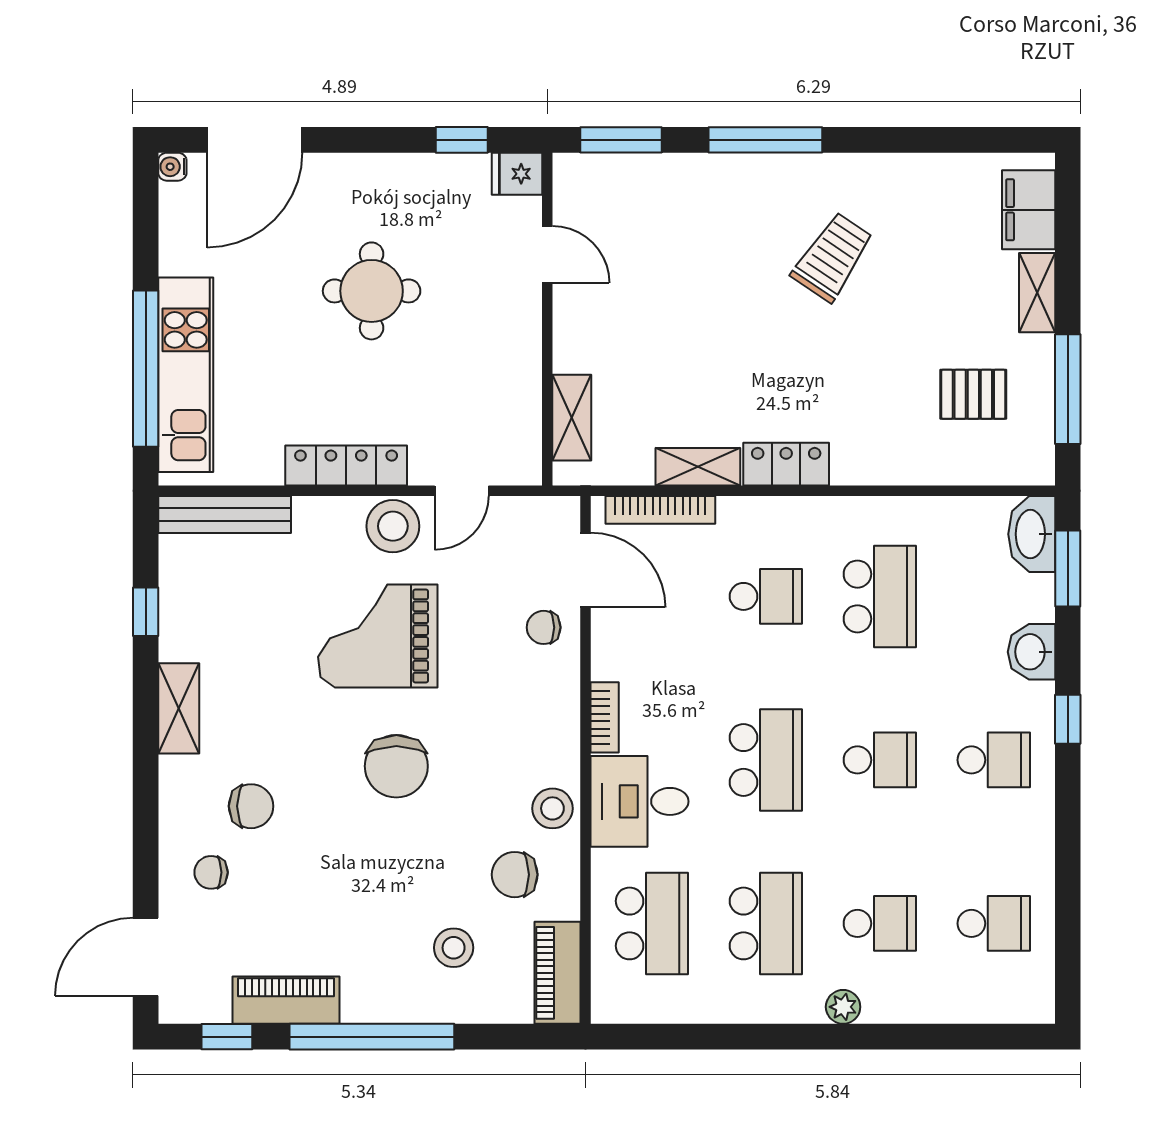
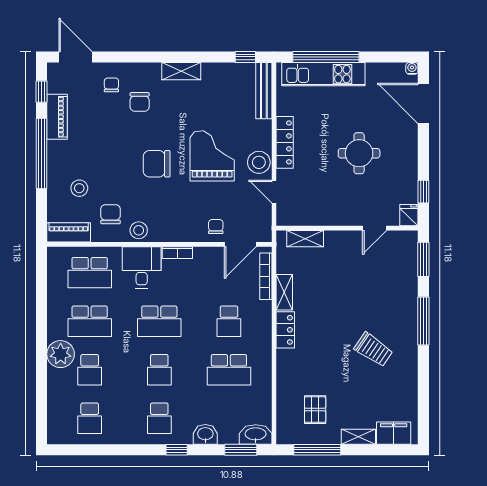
window: (146, 612) -> (245, 57), moved
plant: (843, 1007) -> (61, 354), width x1.88, depth x1.88

